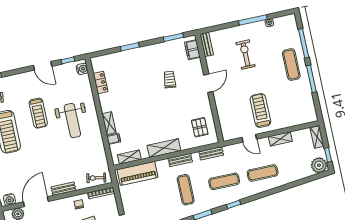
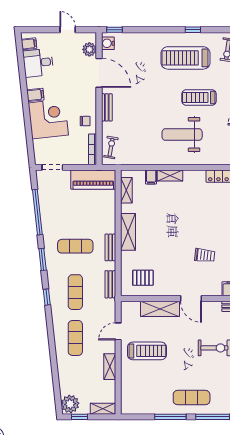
shelving: (223, 107) -> (160, 309), added
piano: (137, 173) -> (93, 180), moved, turned -90

